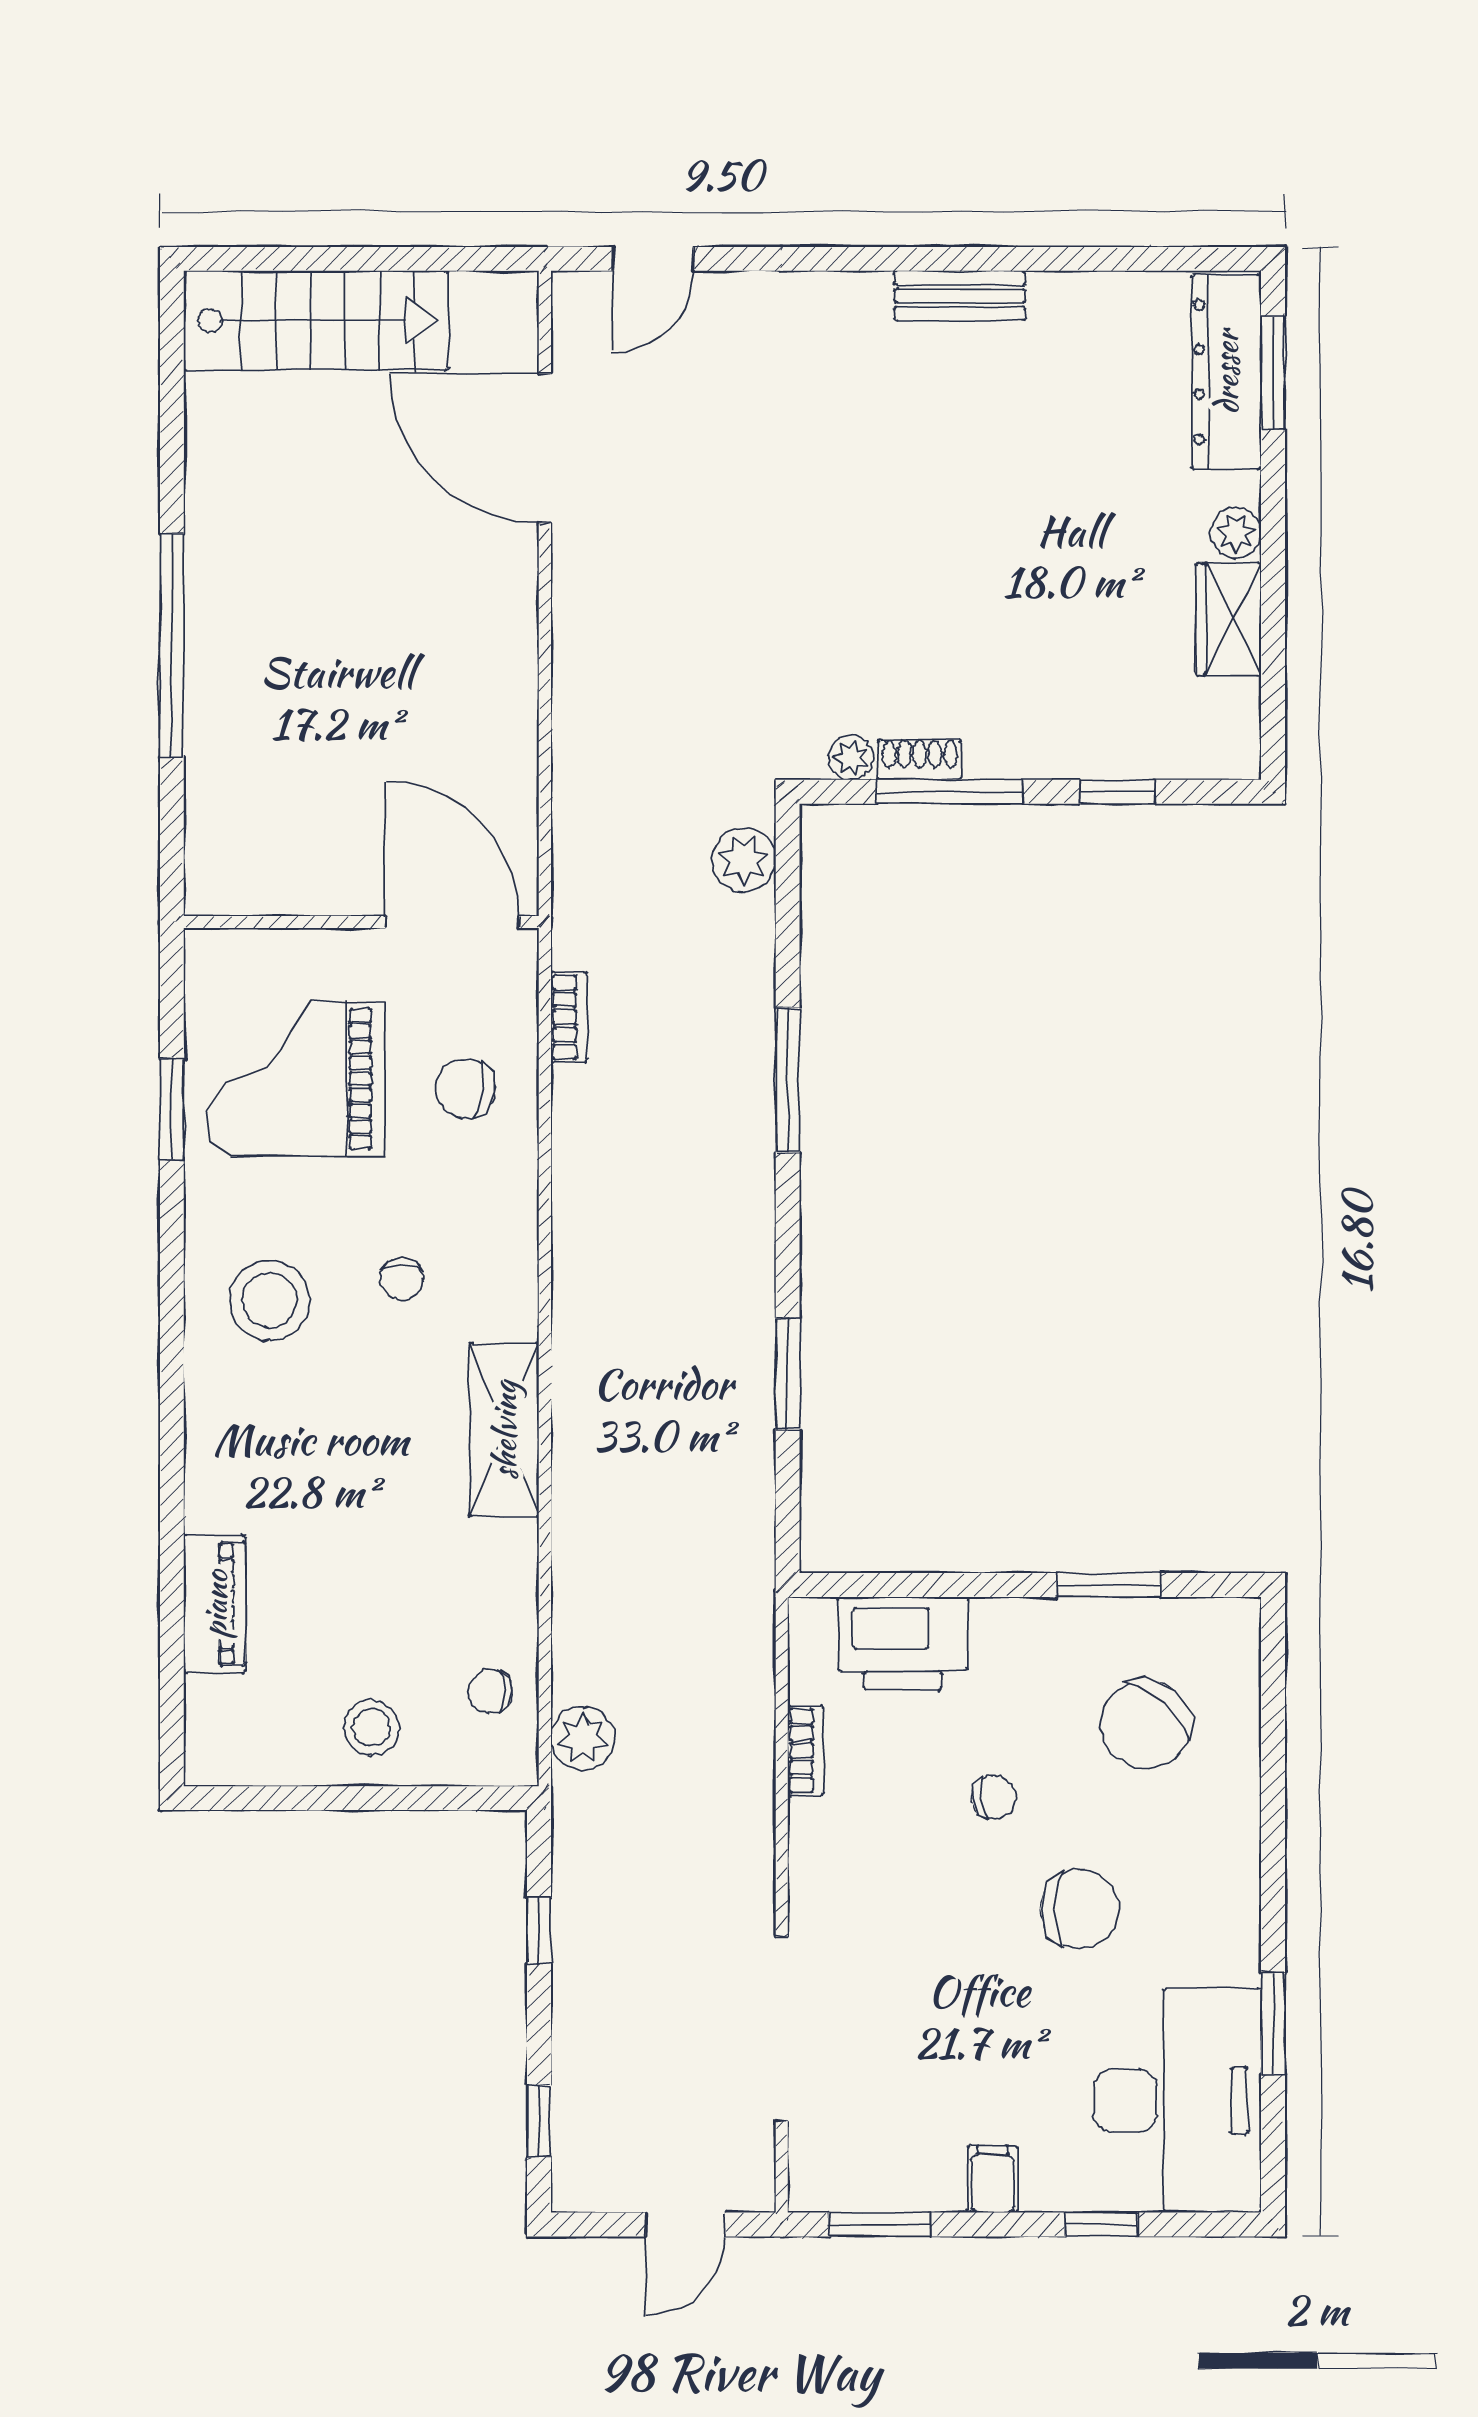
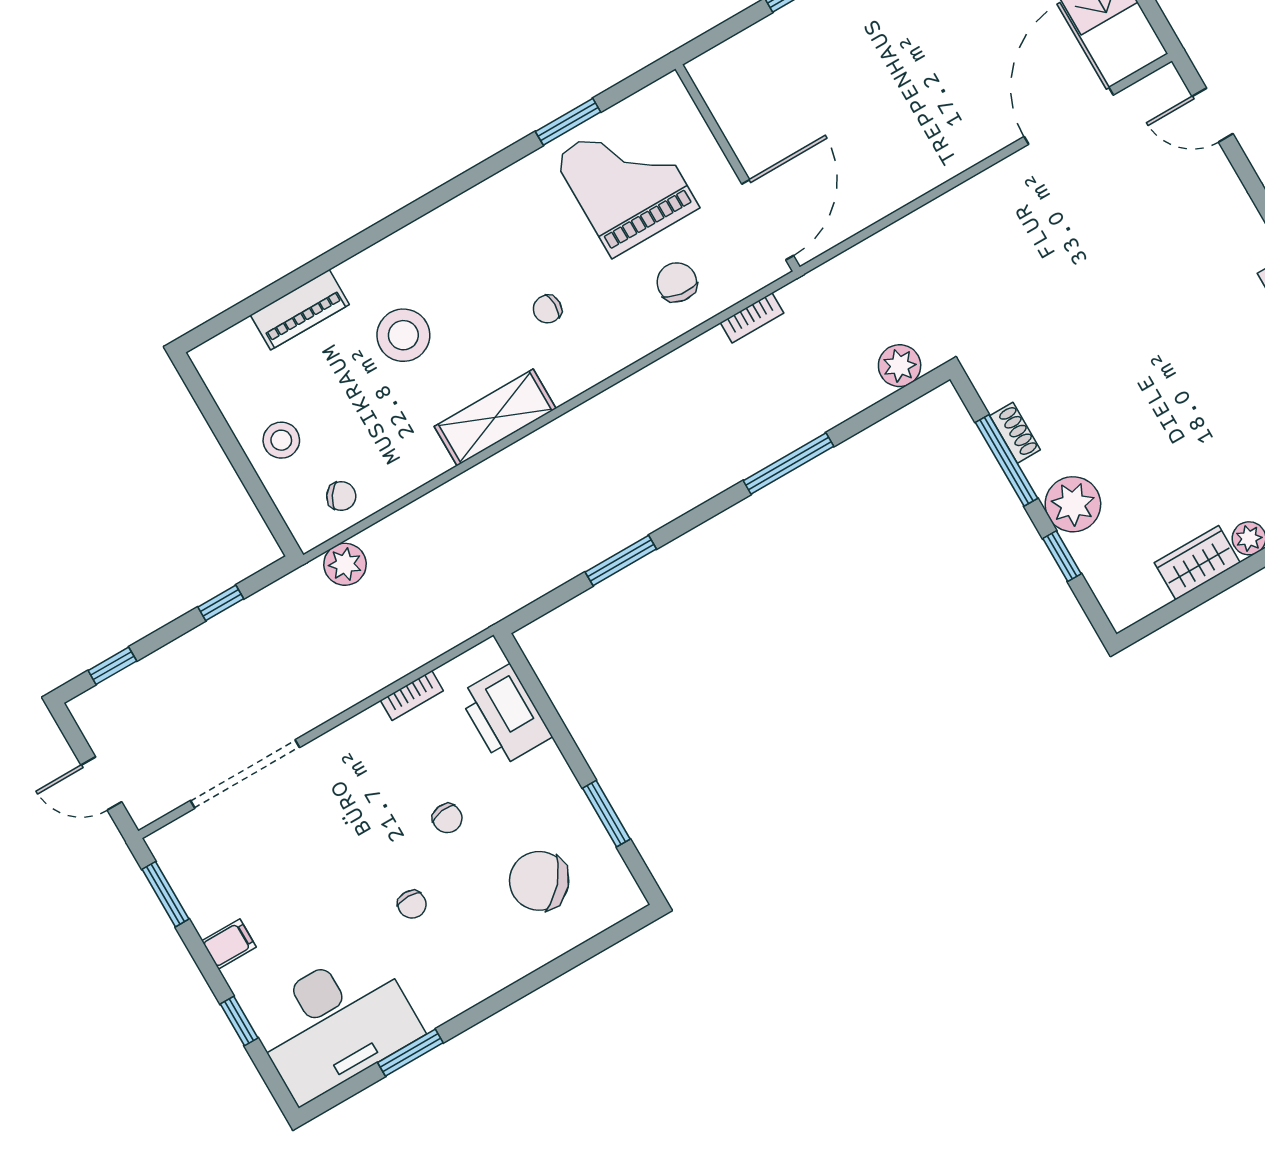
plant: (851, 757) -> (1073, 504), moved, width x1.87, depth x1.87
stool: (269, 1300) -> (403, 335), moved
chair: (490, 1691) -> (341, 496), turned 124
chair: (1080, 1909) -> (412, 904), width x0.54, depth x0.54

